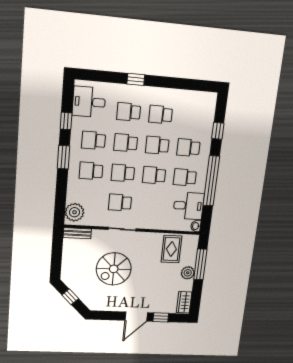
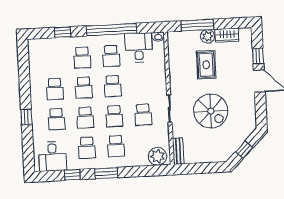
rug: (171, 249) -> (206, 65), moved, turned 90
wardrobe: (184, 302) -> (227, 35), moved

